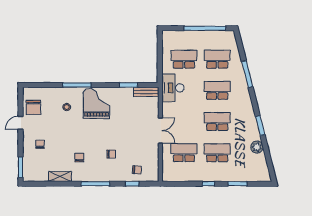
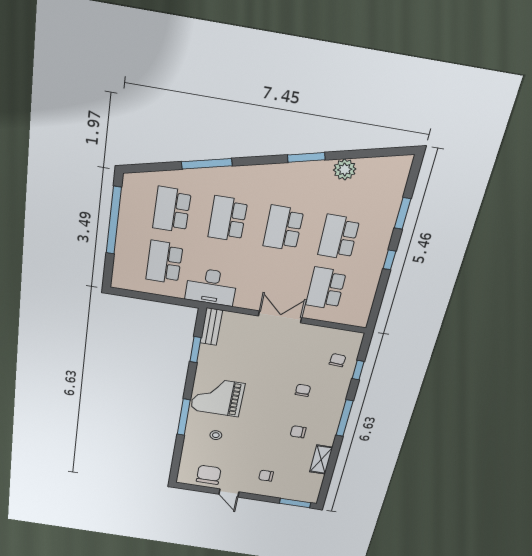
chair: (33, 107) -> (209, 475), turned -90

